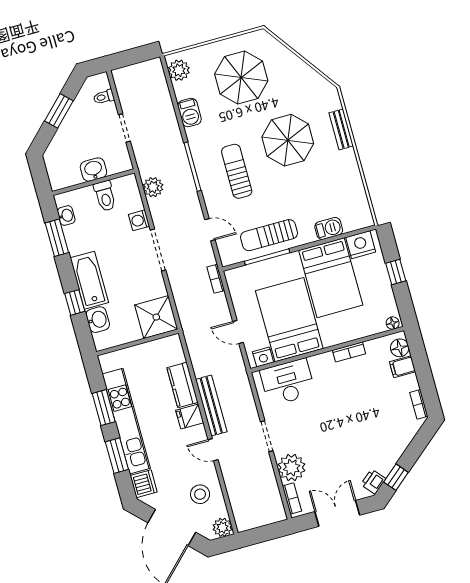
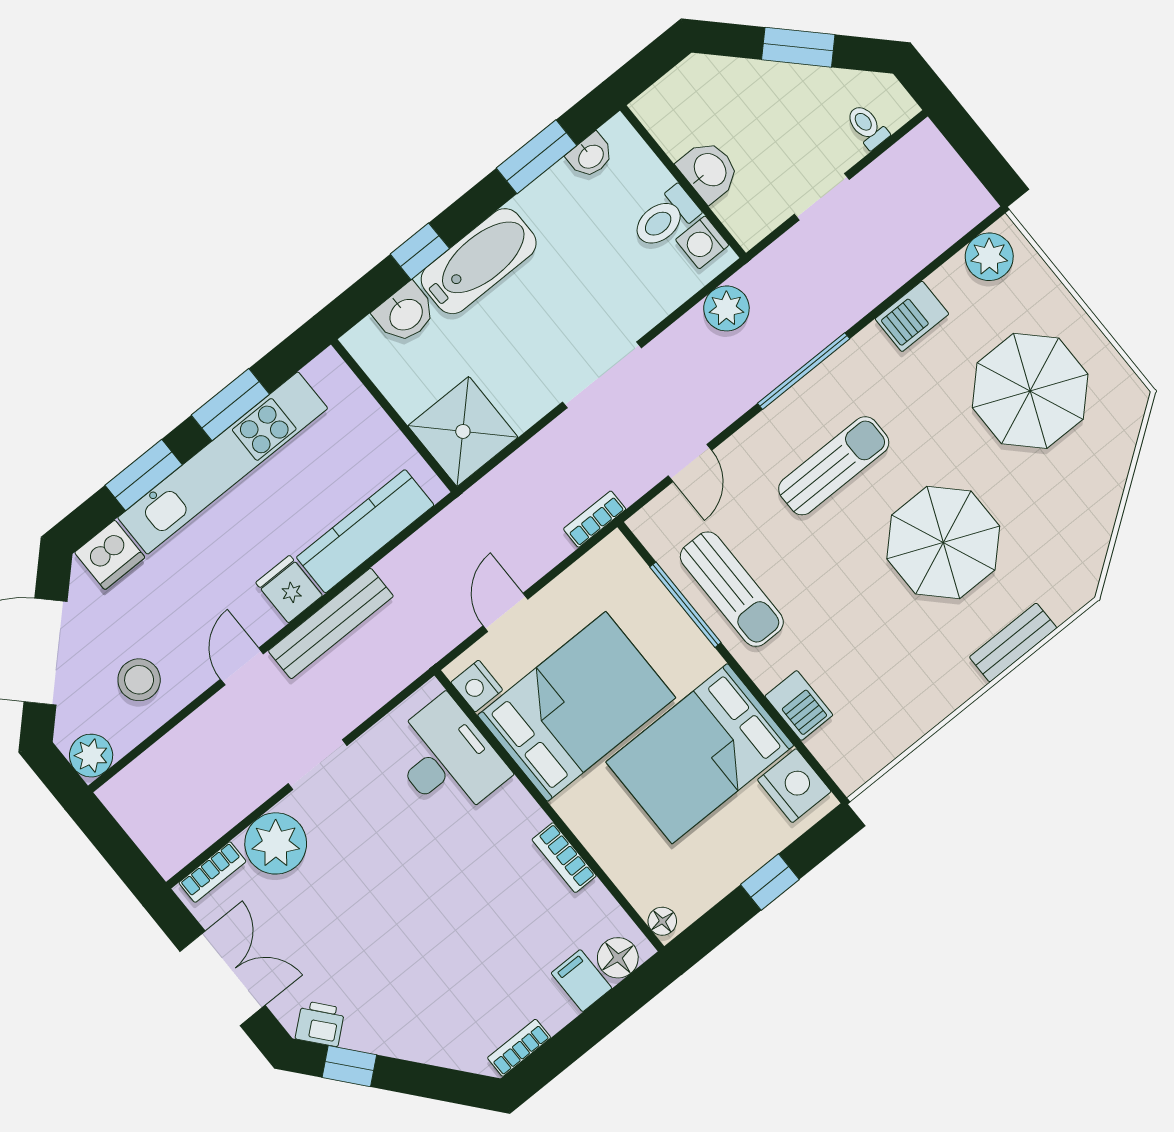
washing machine: (139, 220) -> (702, 242), moved, turned -90
sun lounger: (269, 235) -> (732, 589), turned 180
kitchen counter: (182, 385) -> (365, 531), width x1.50

